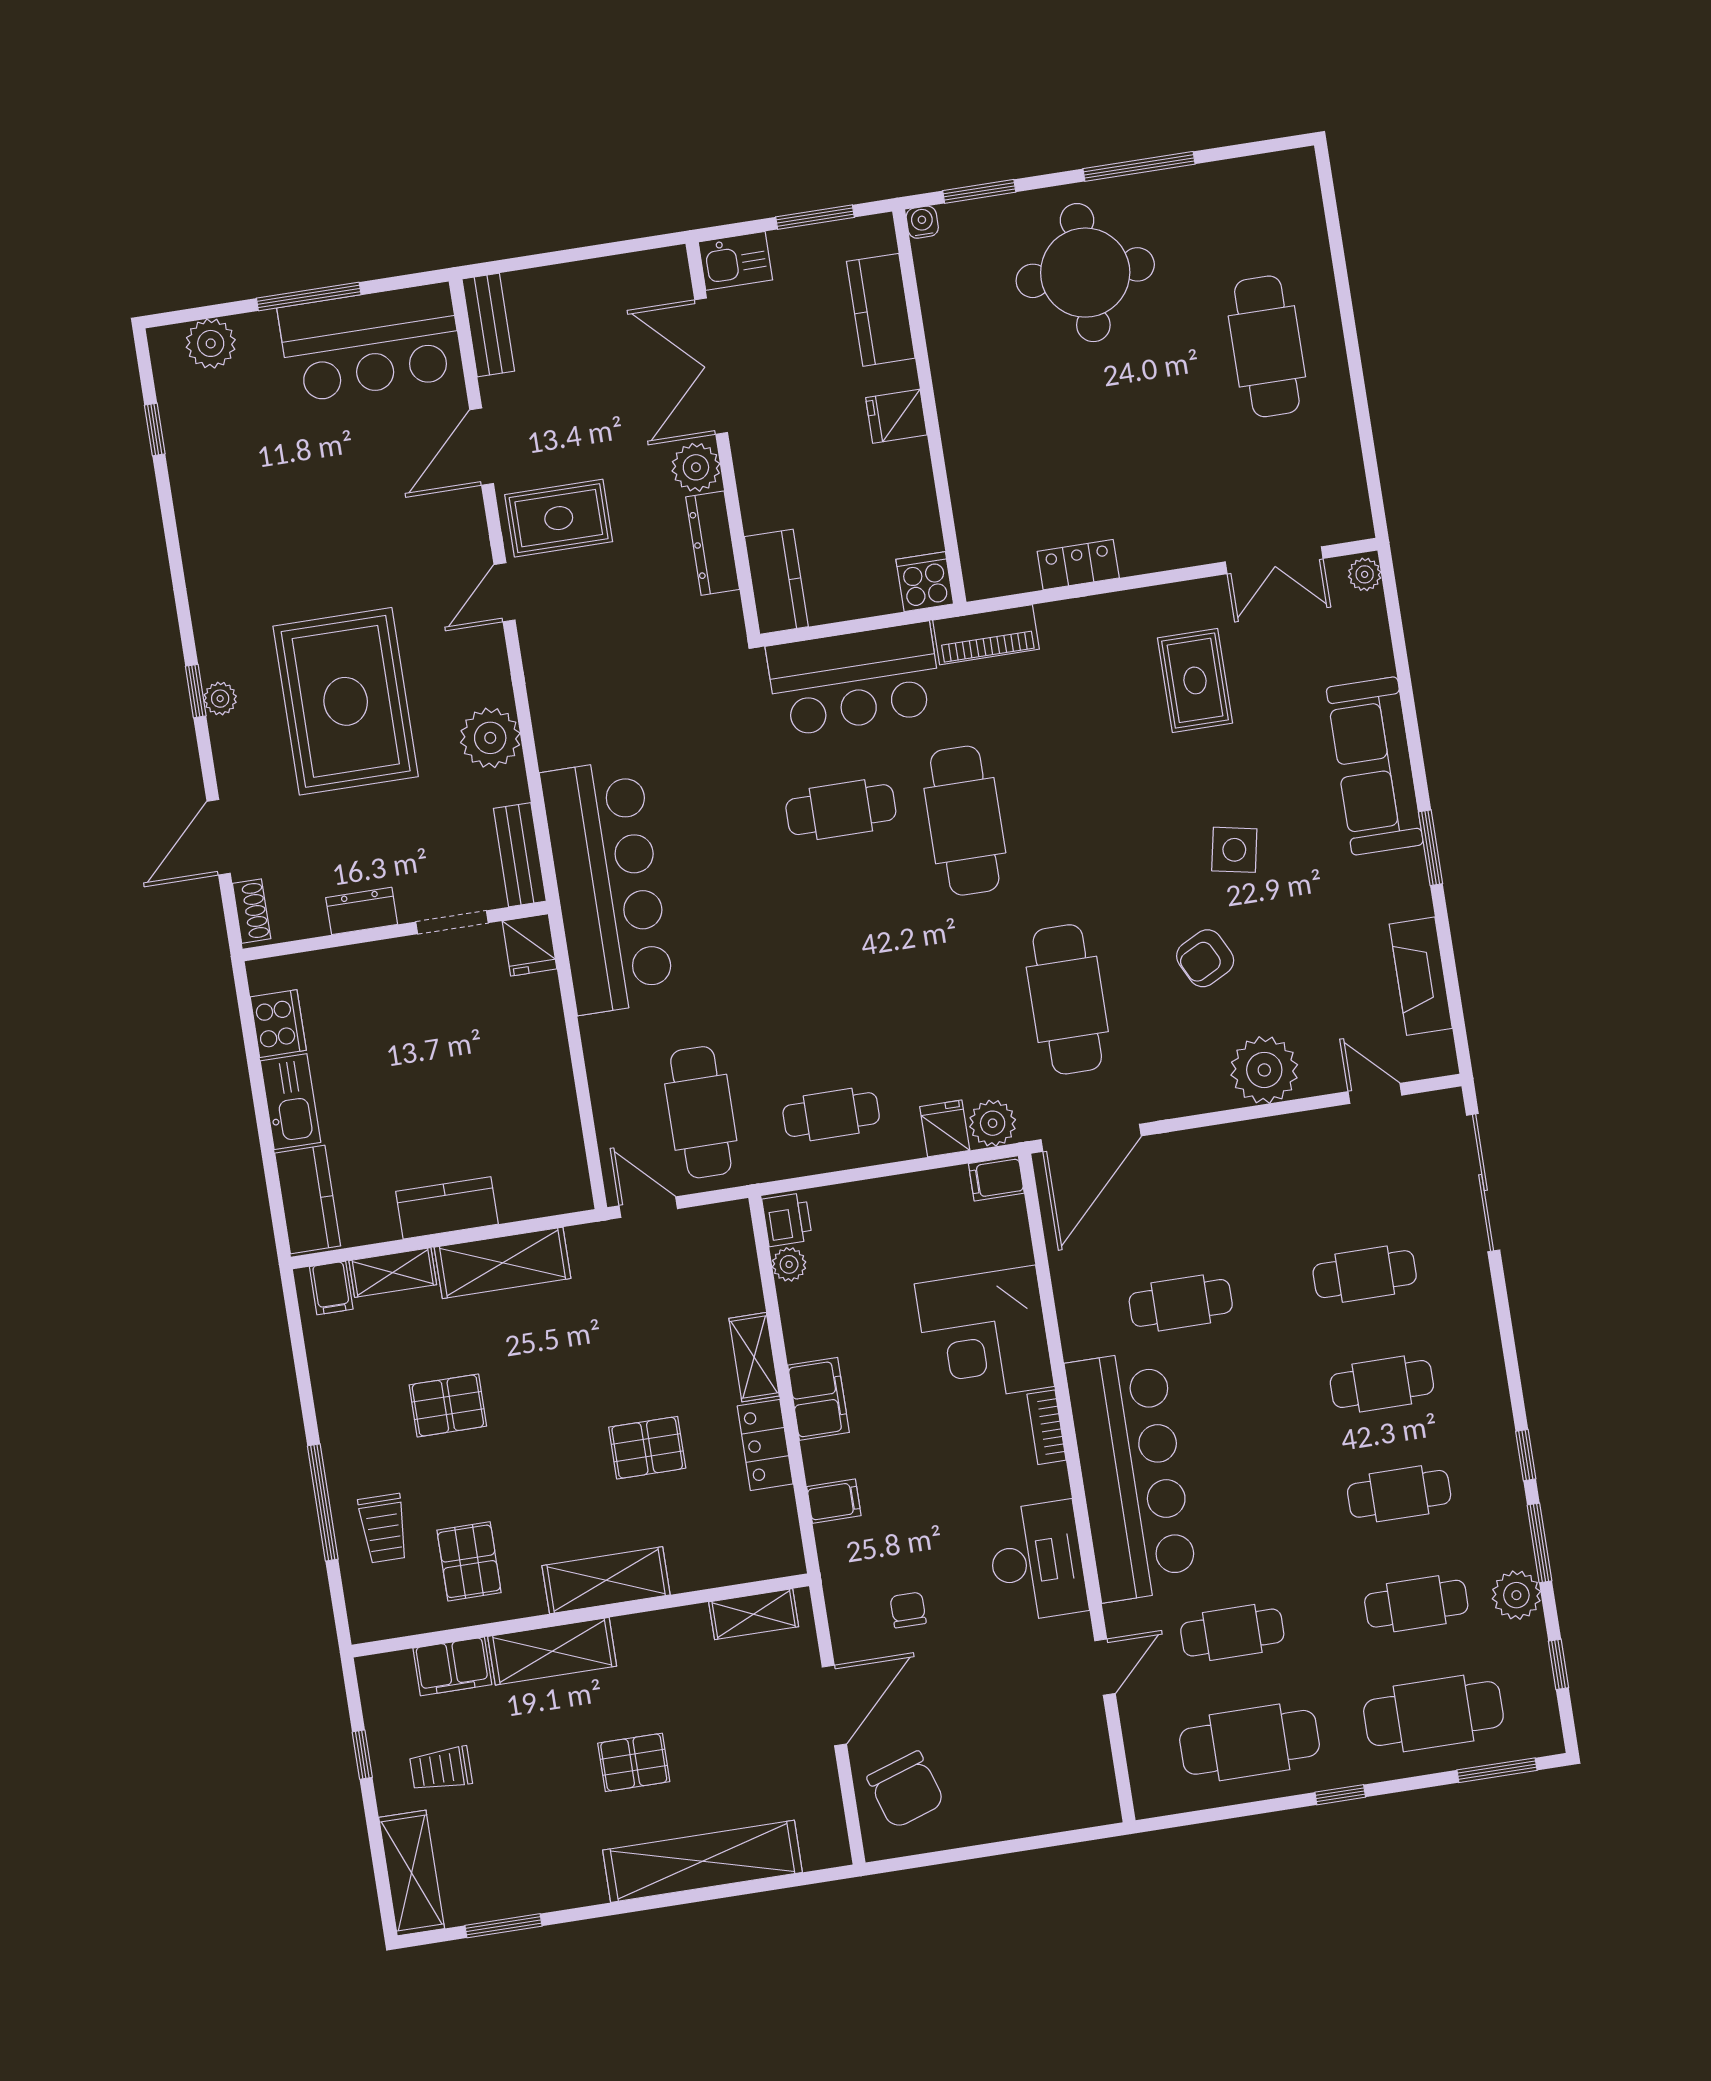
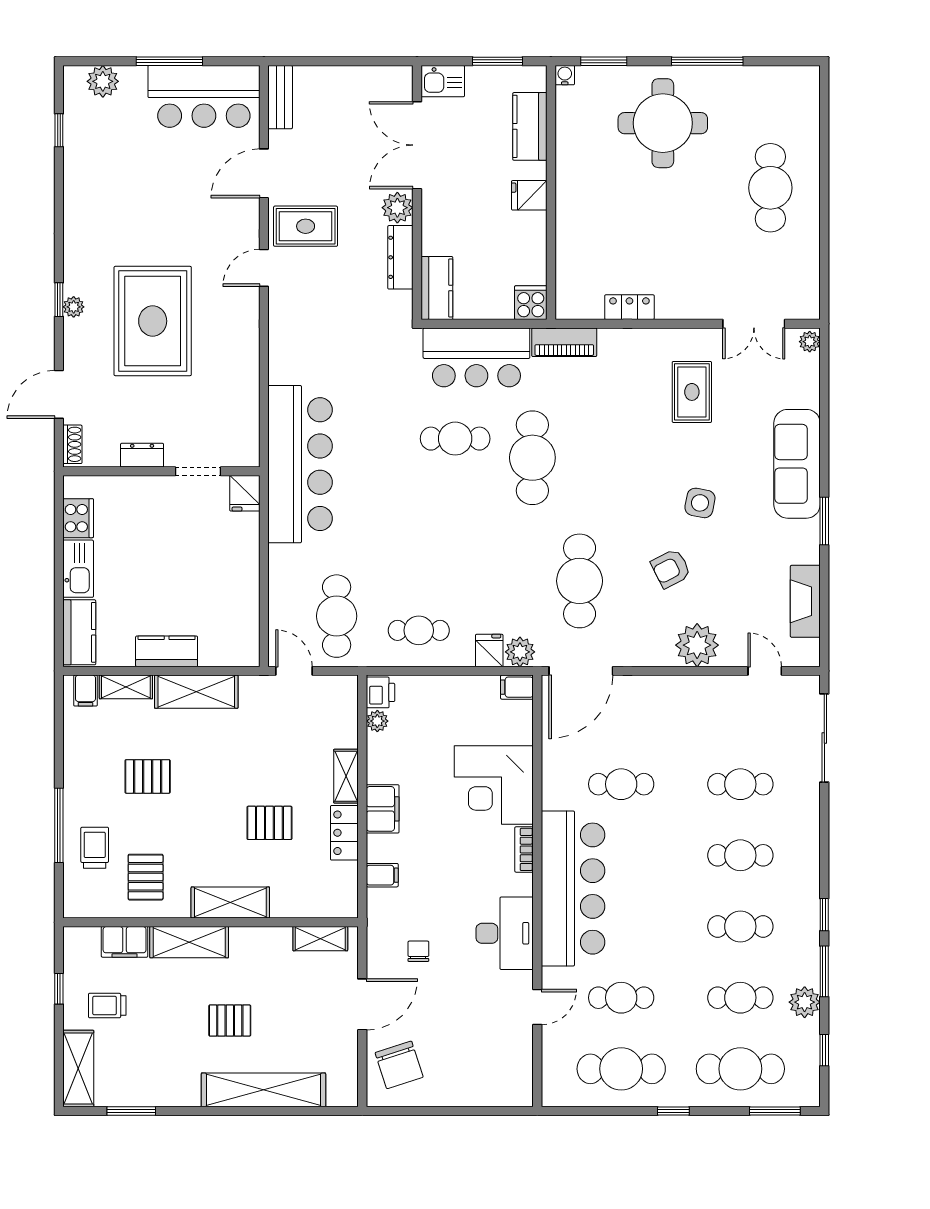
plant: (490, 738) -> (240, 358), removed
bench: (520, 855) -> (248, 435), removed
trolley: (383, 1528) -> (95, 848), turned 180

